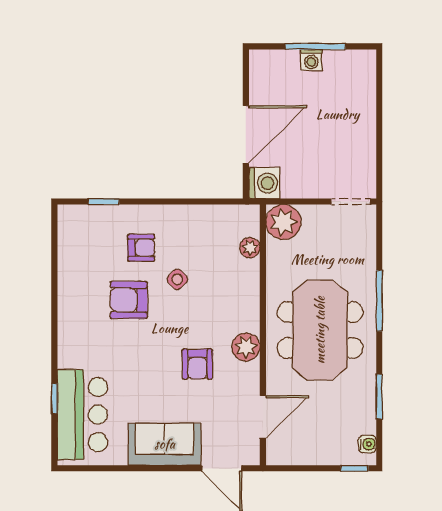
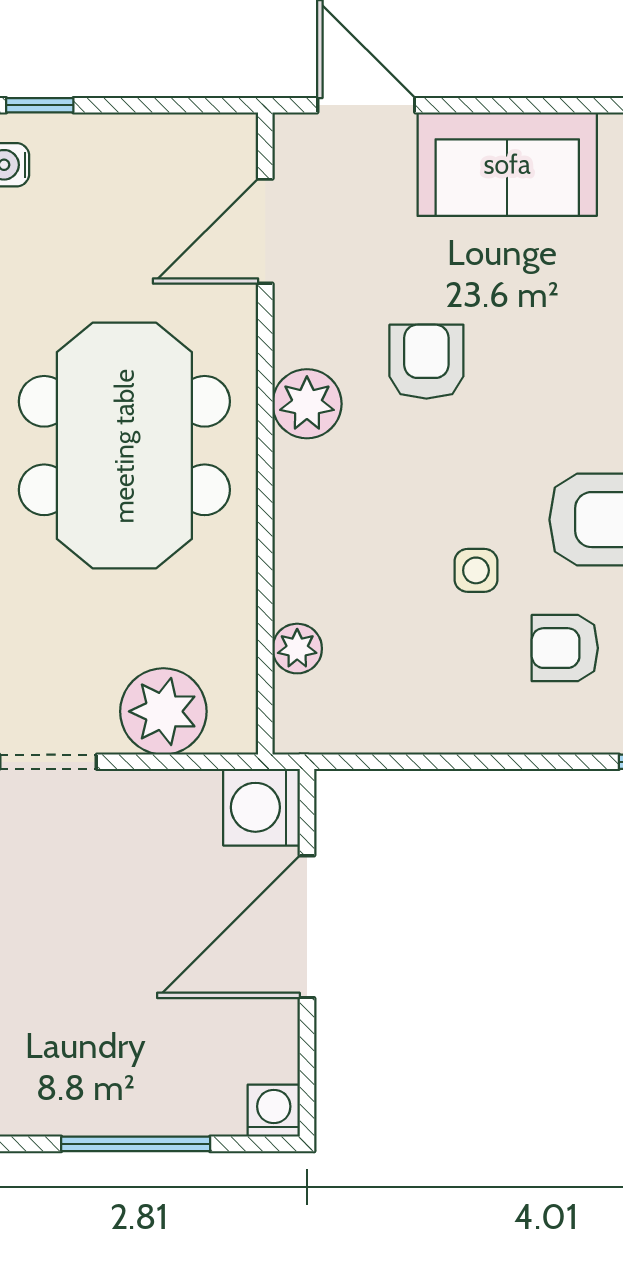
washing machine: (311, 60) -> (274, 1111), moved
plant: (283, 222) -> (163, 711), moved
side table: (177, 279) -> (476, 570), turned 45

